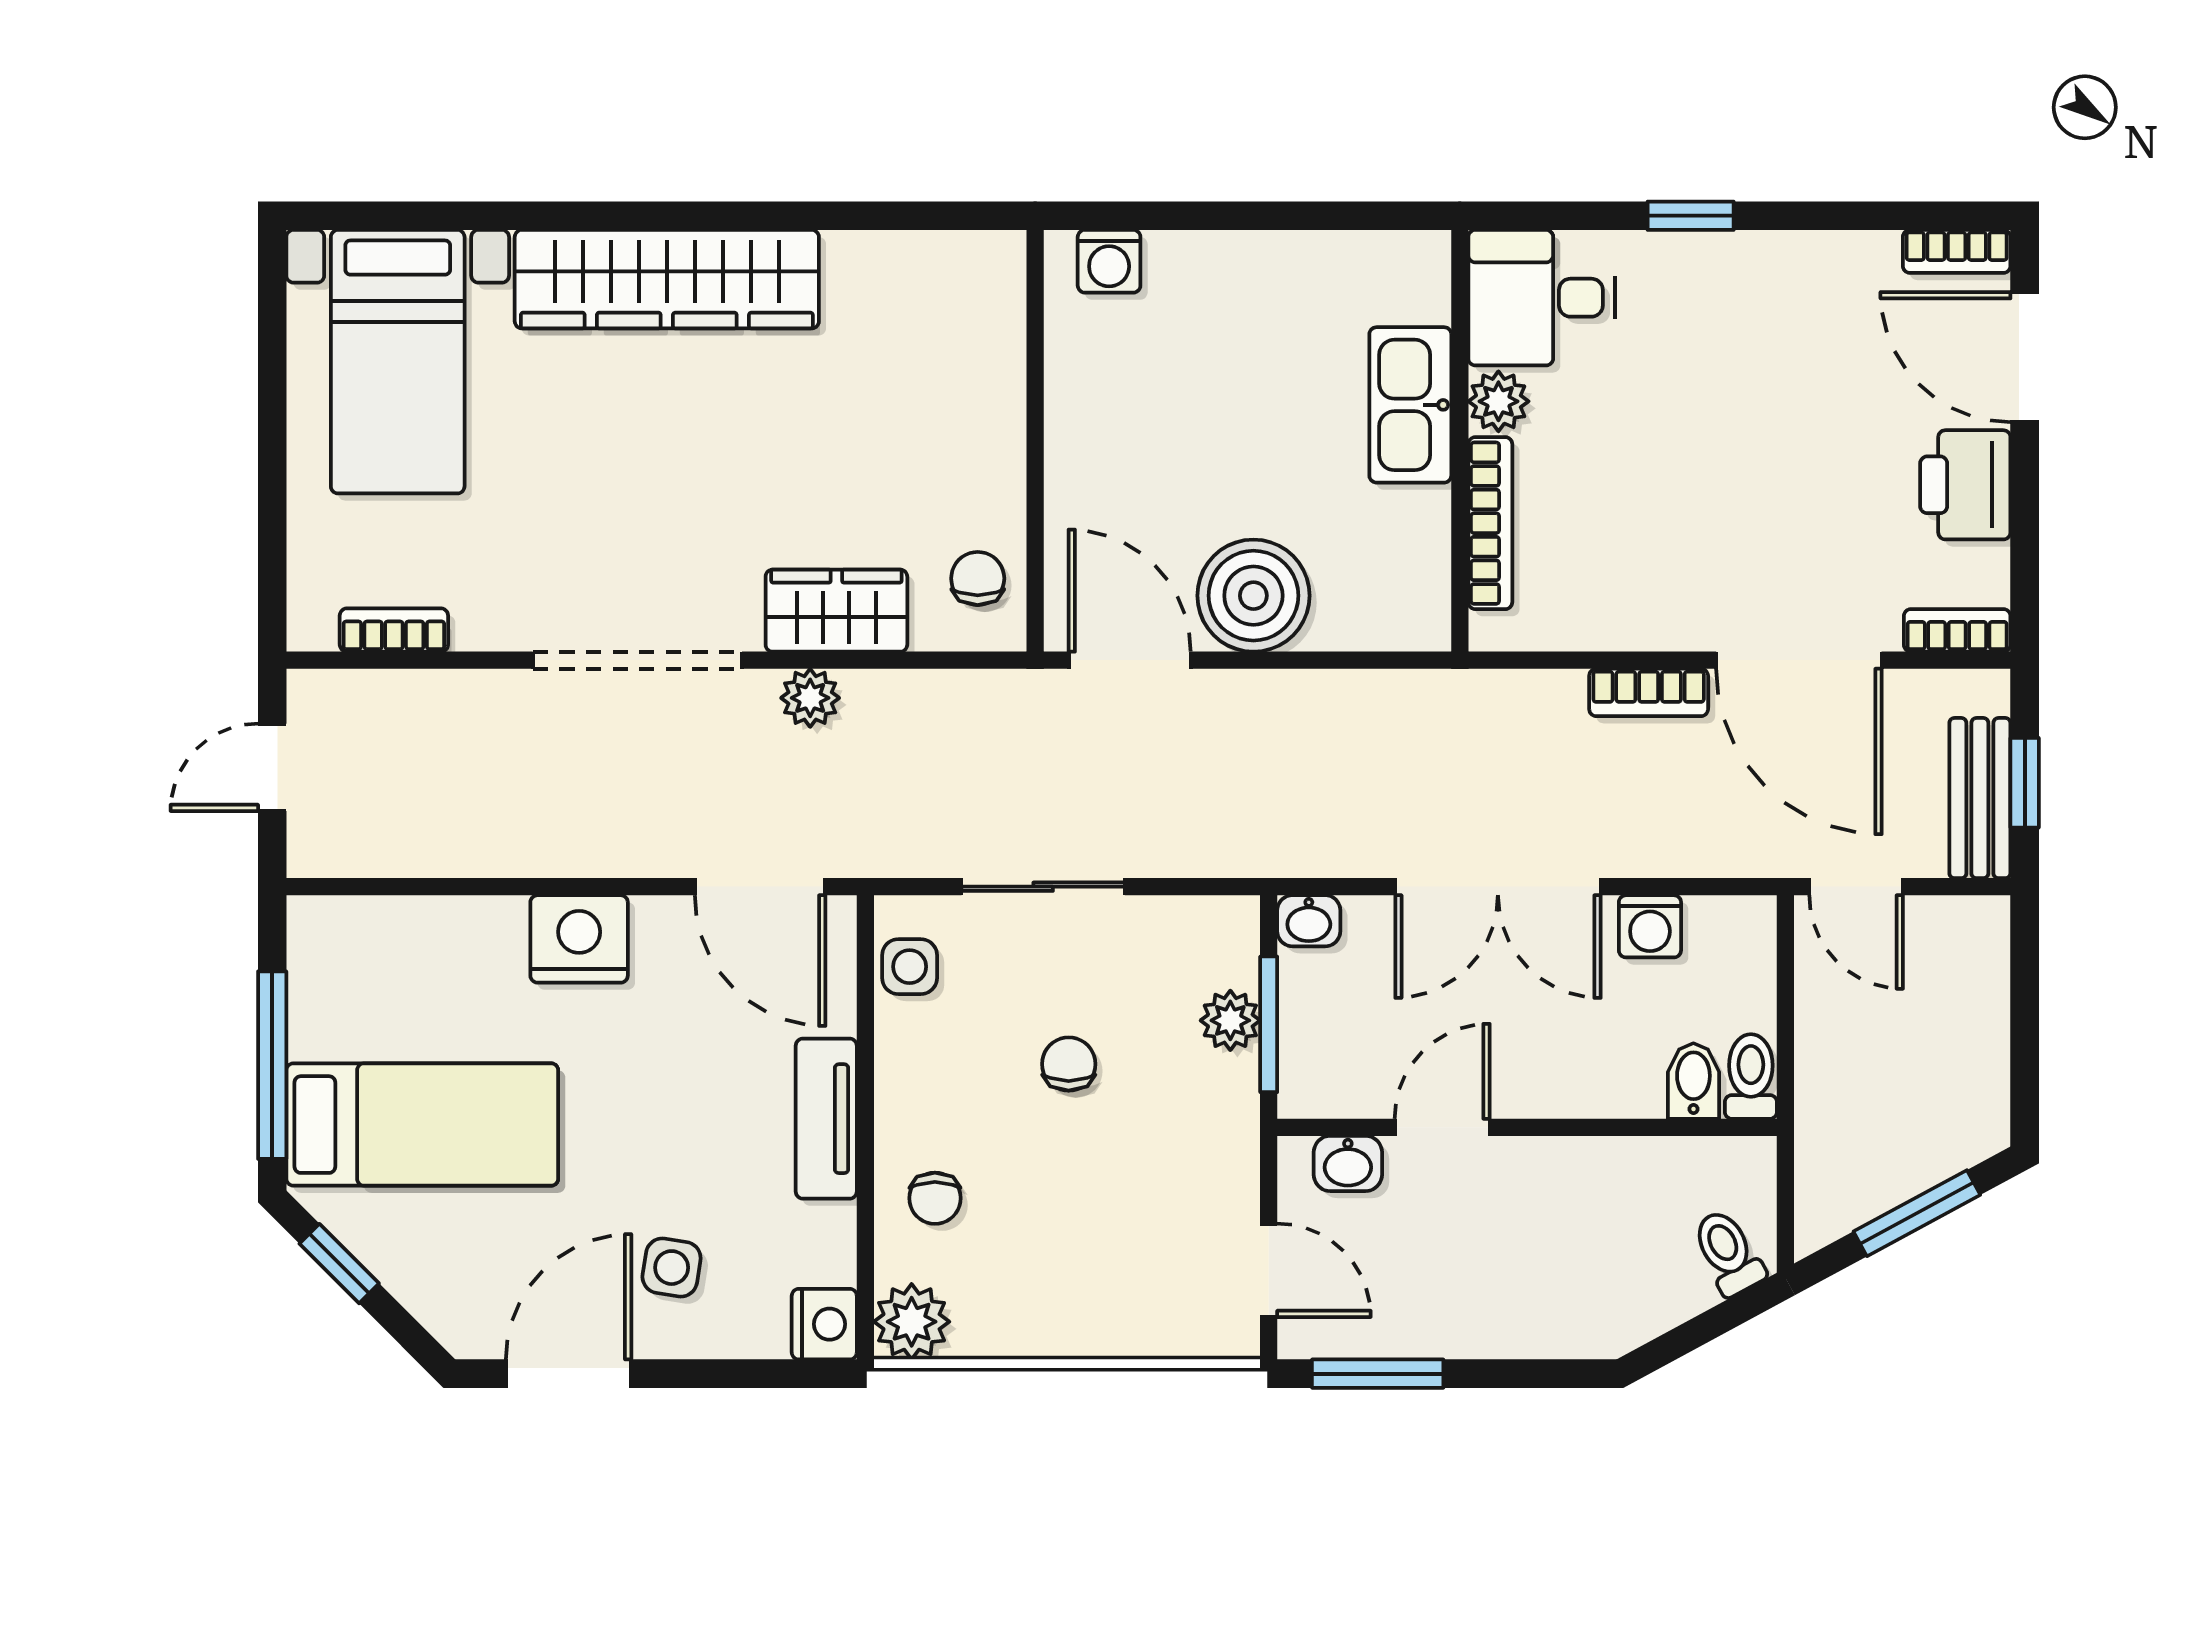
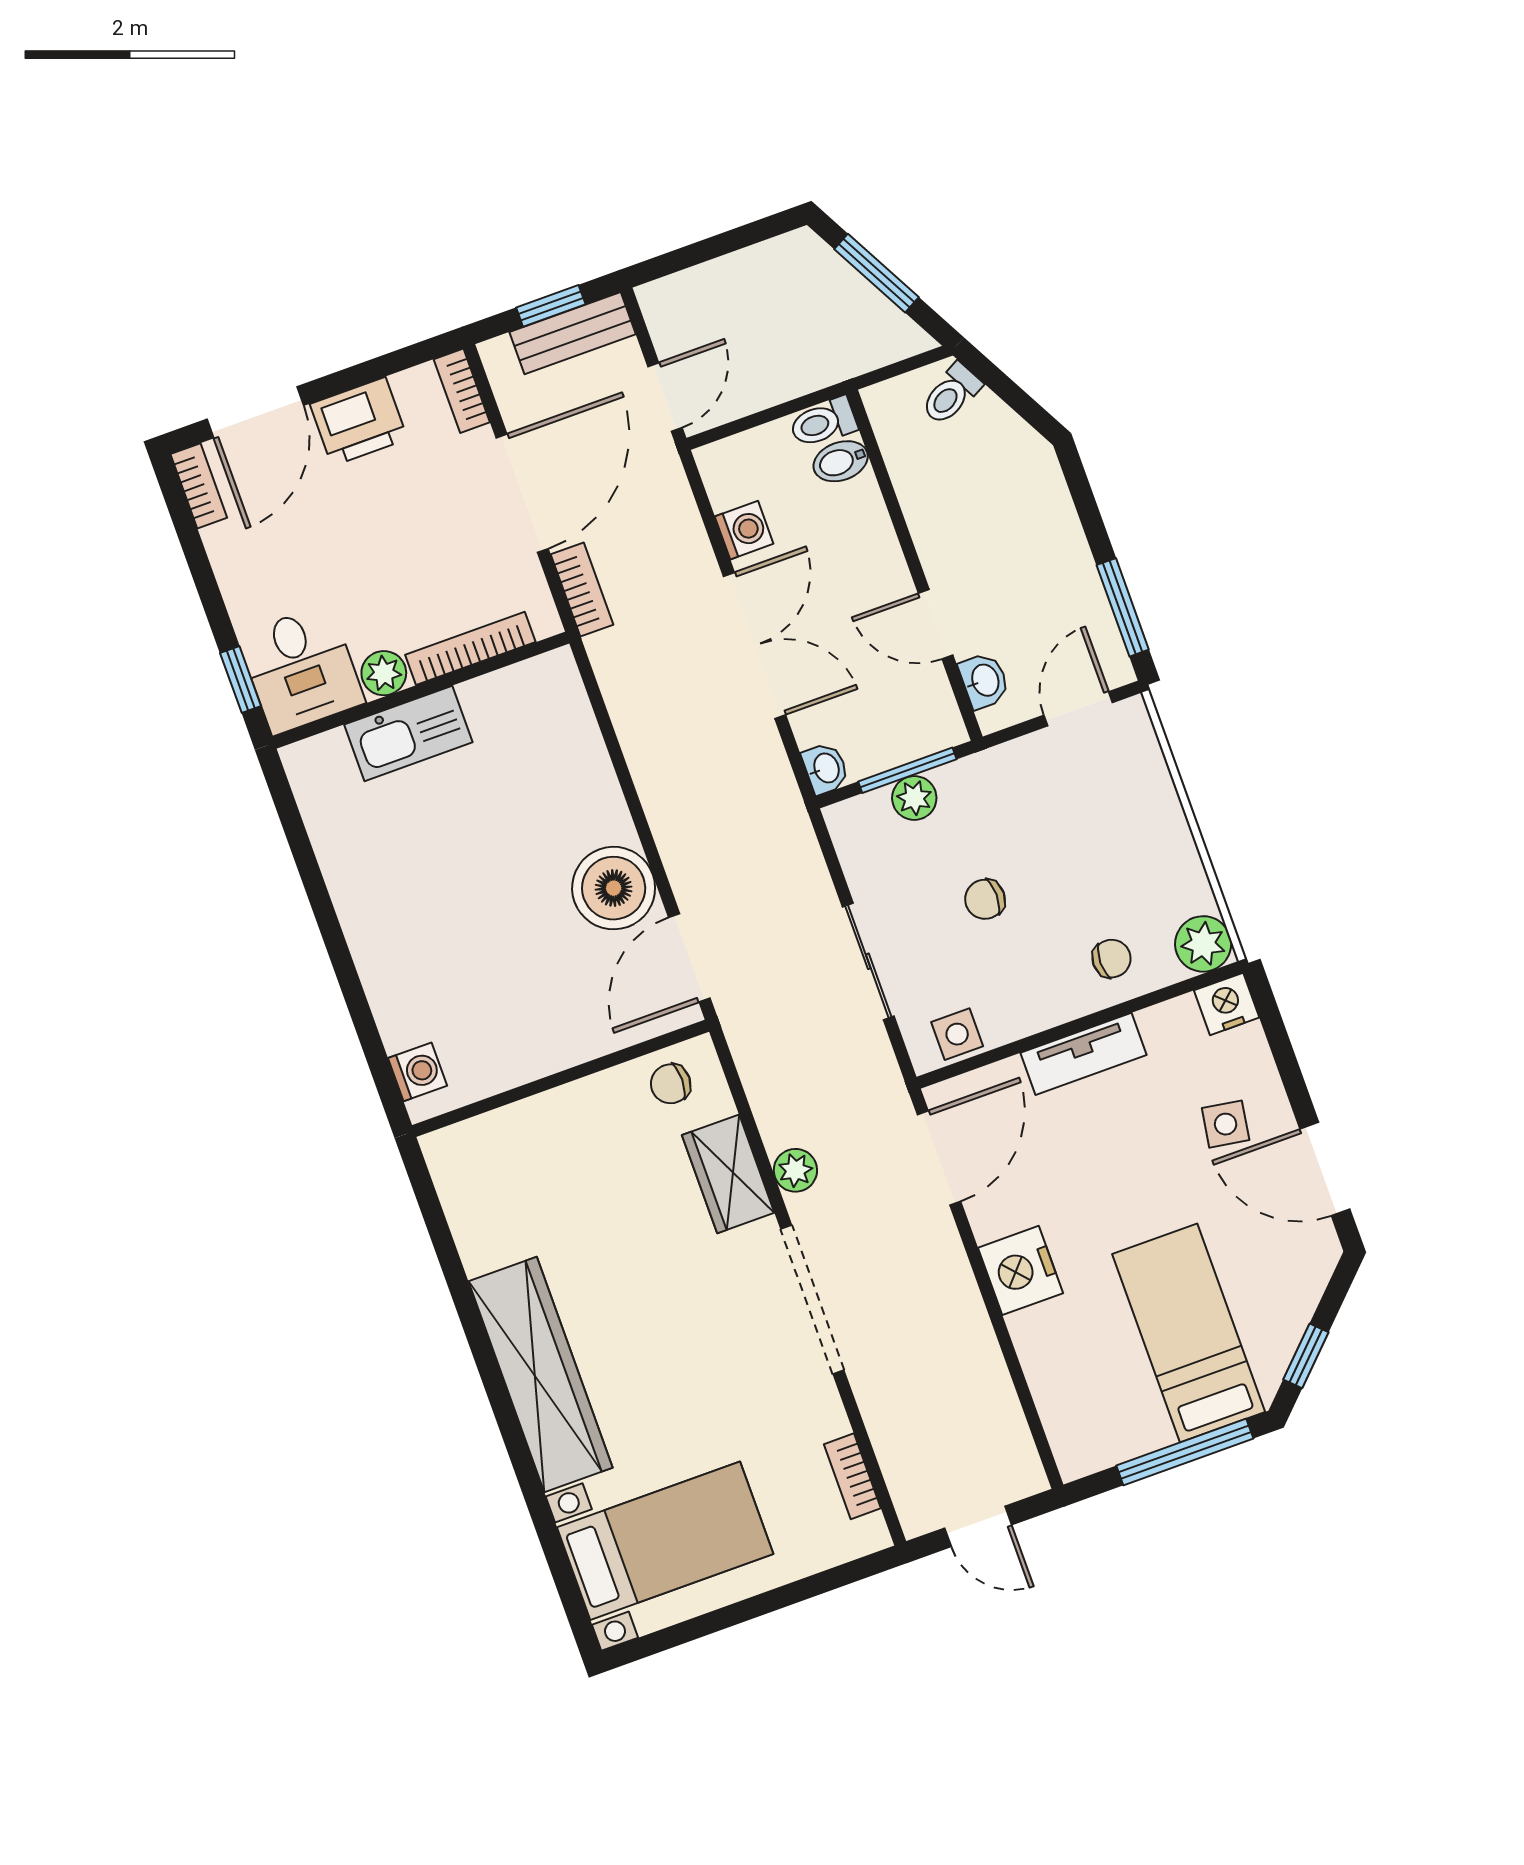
desk: (1541, 298) -> (301, 669), moved
plant: (1498, 401) -> (384, 673), moved
kitchen sink: (1410, 405) -> (408, 733), moved
wall: (1460, 441) -> (421, 690), moved
bookcase: (1490, 523) -> (470, 648), moved

